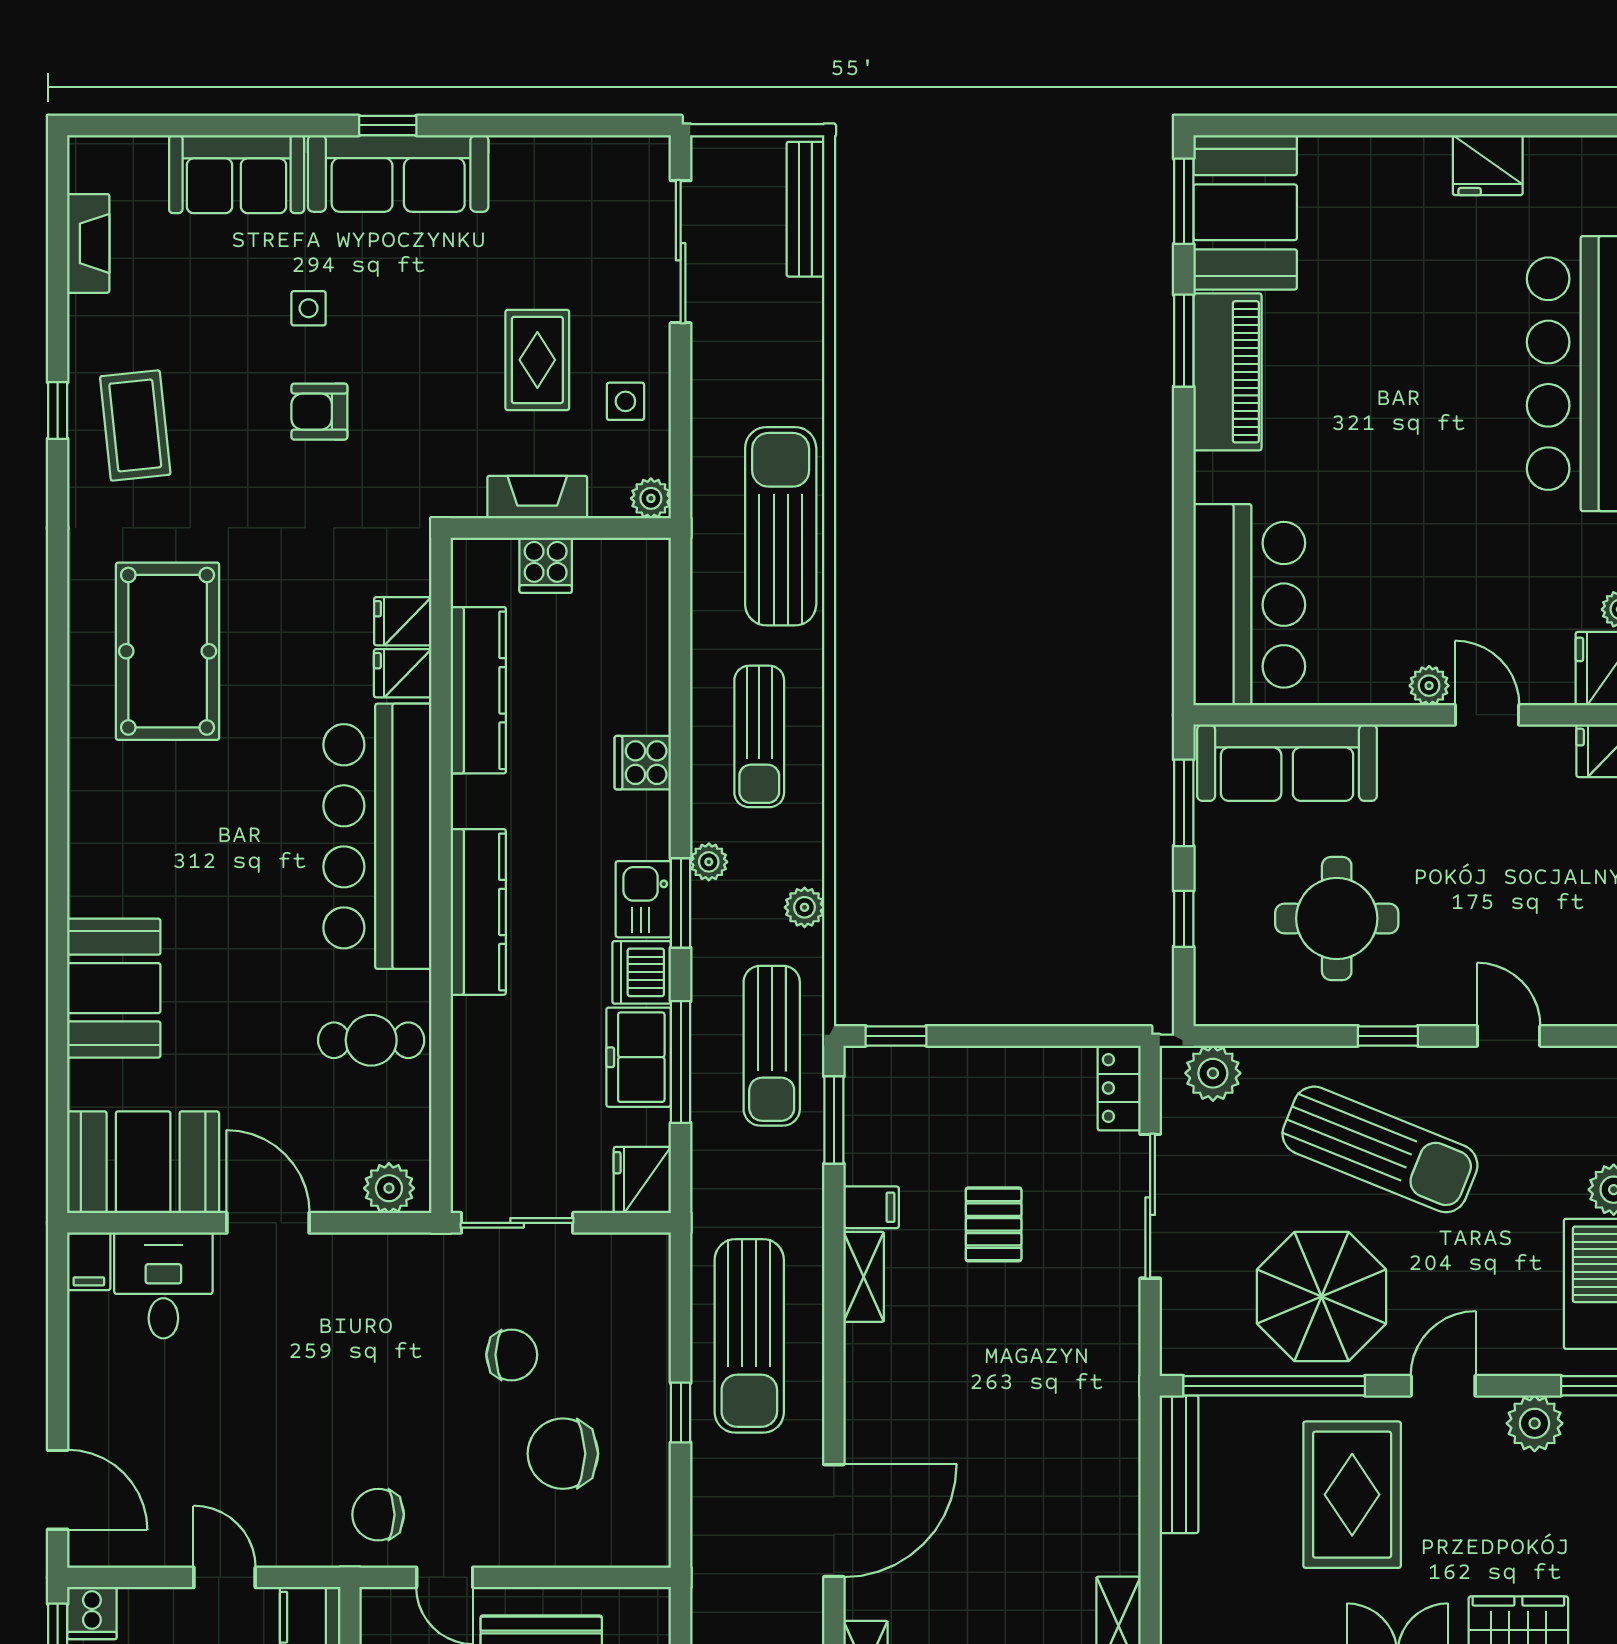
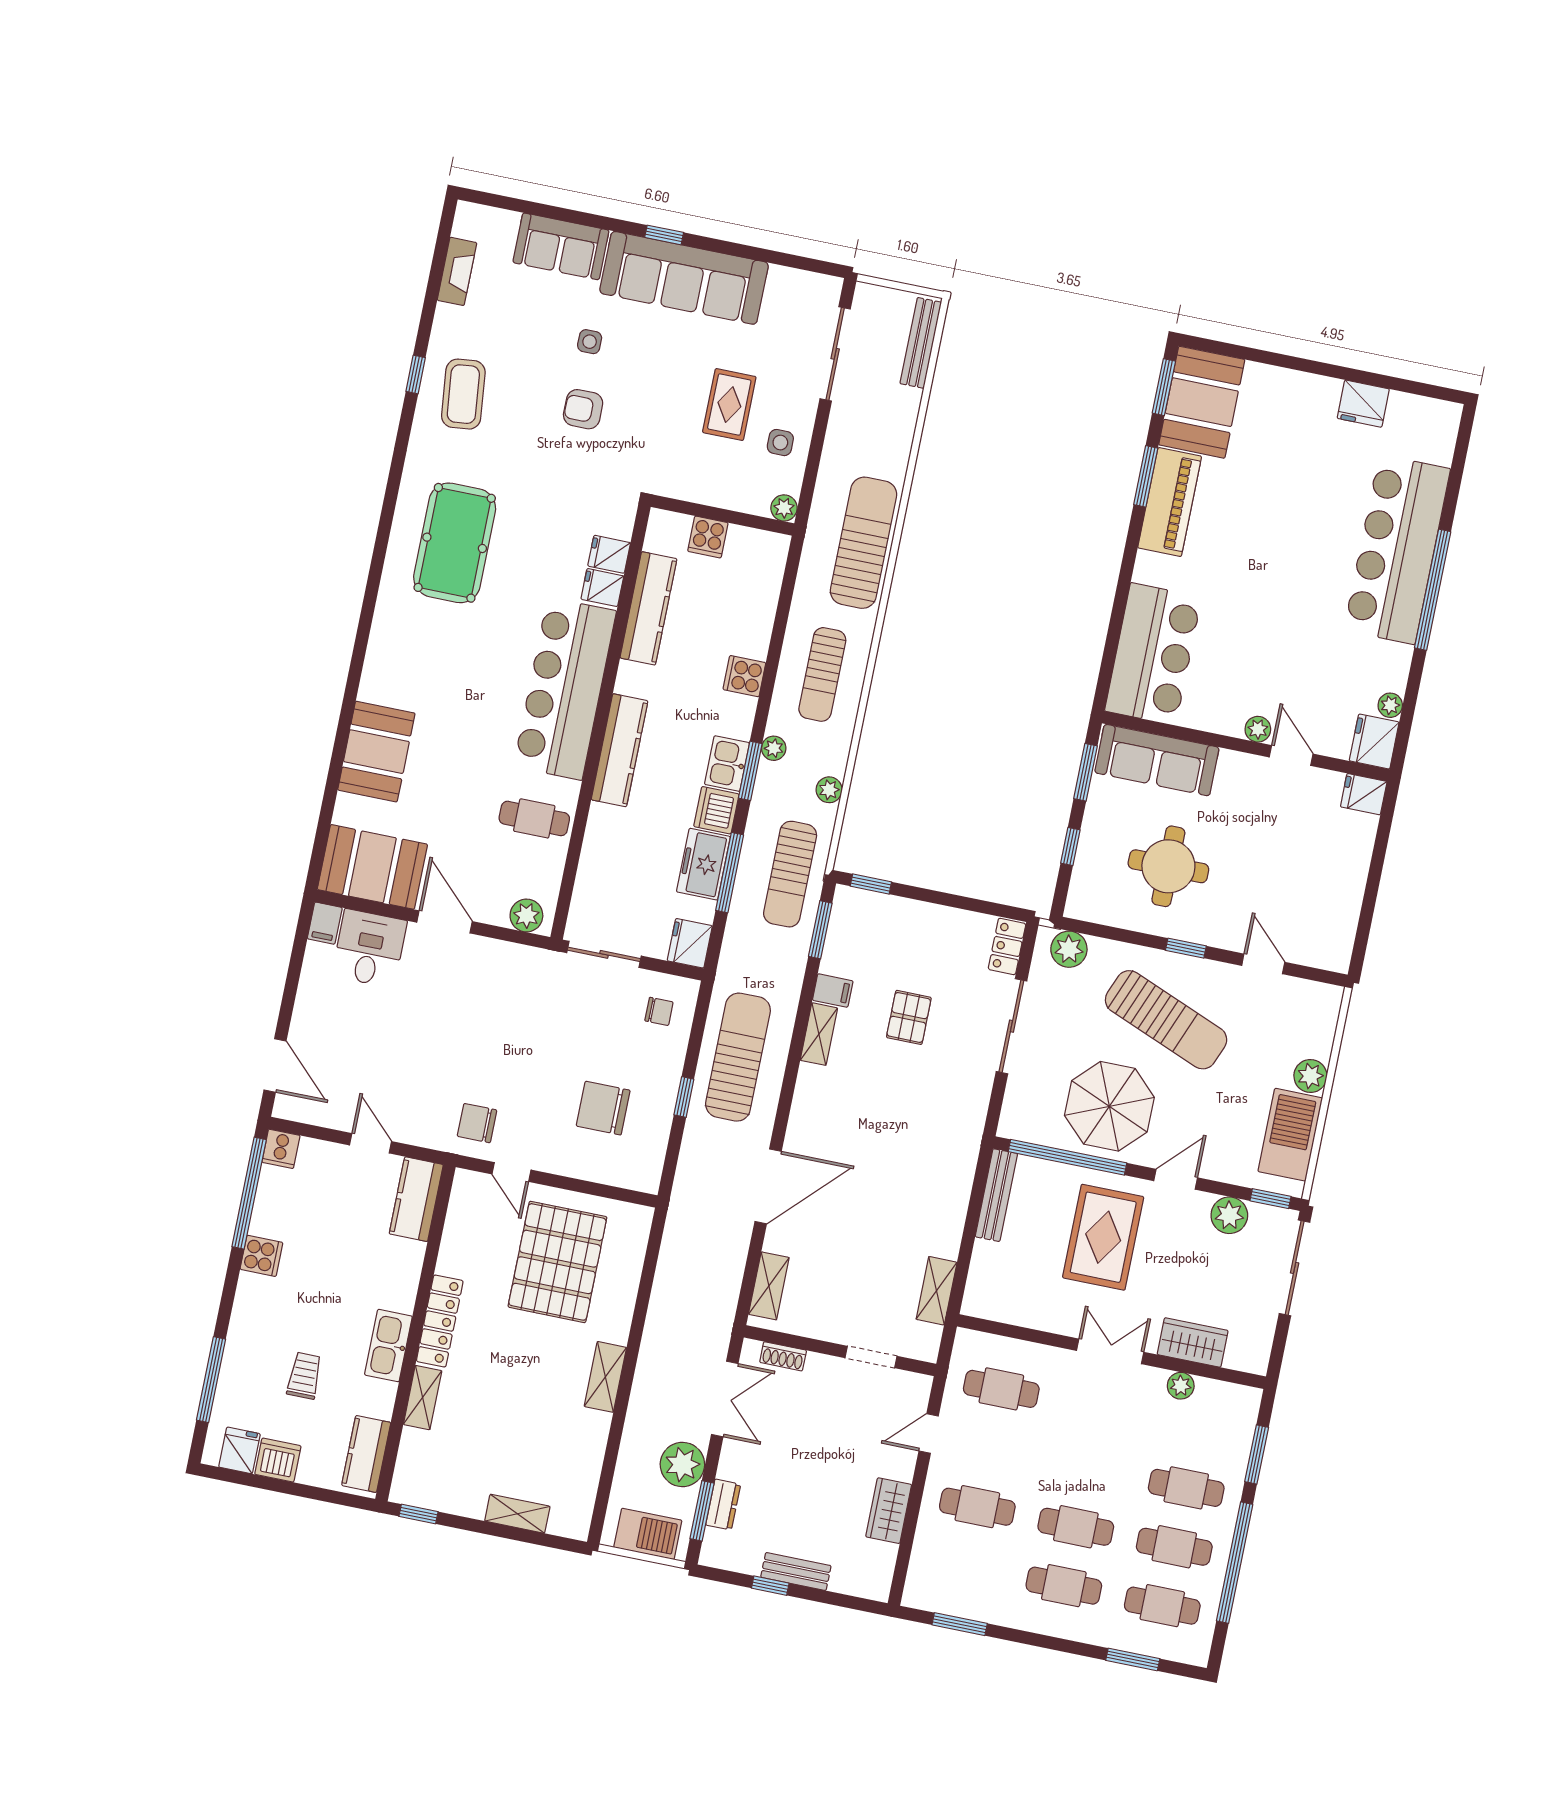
sofa: (398, 173) -> (684, 278), width x1.36, depth x1.27
fireplace: (537, 497) -> (711, 492), removed
sun lounger: (749, 1336) -> (738, 1057), turned 180
chair: (512, 1355) -> (659, 1011), moved, width x0.73, depth x0.73

